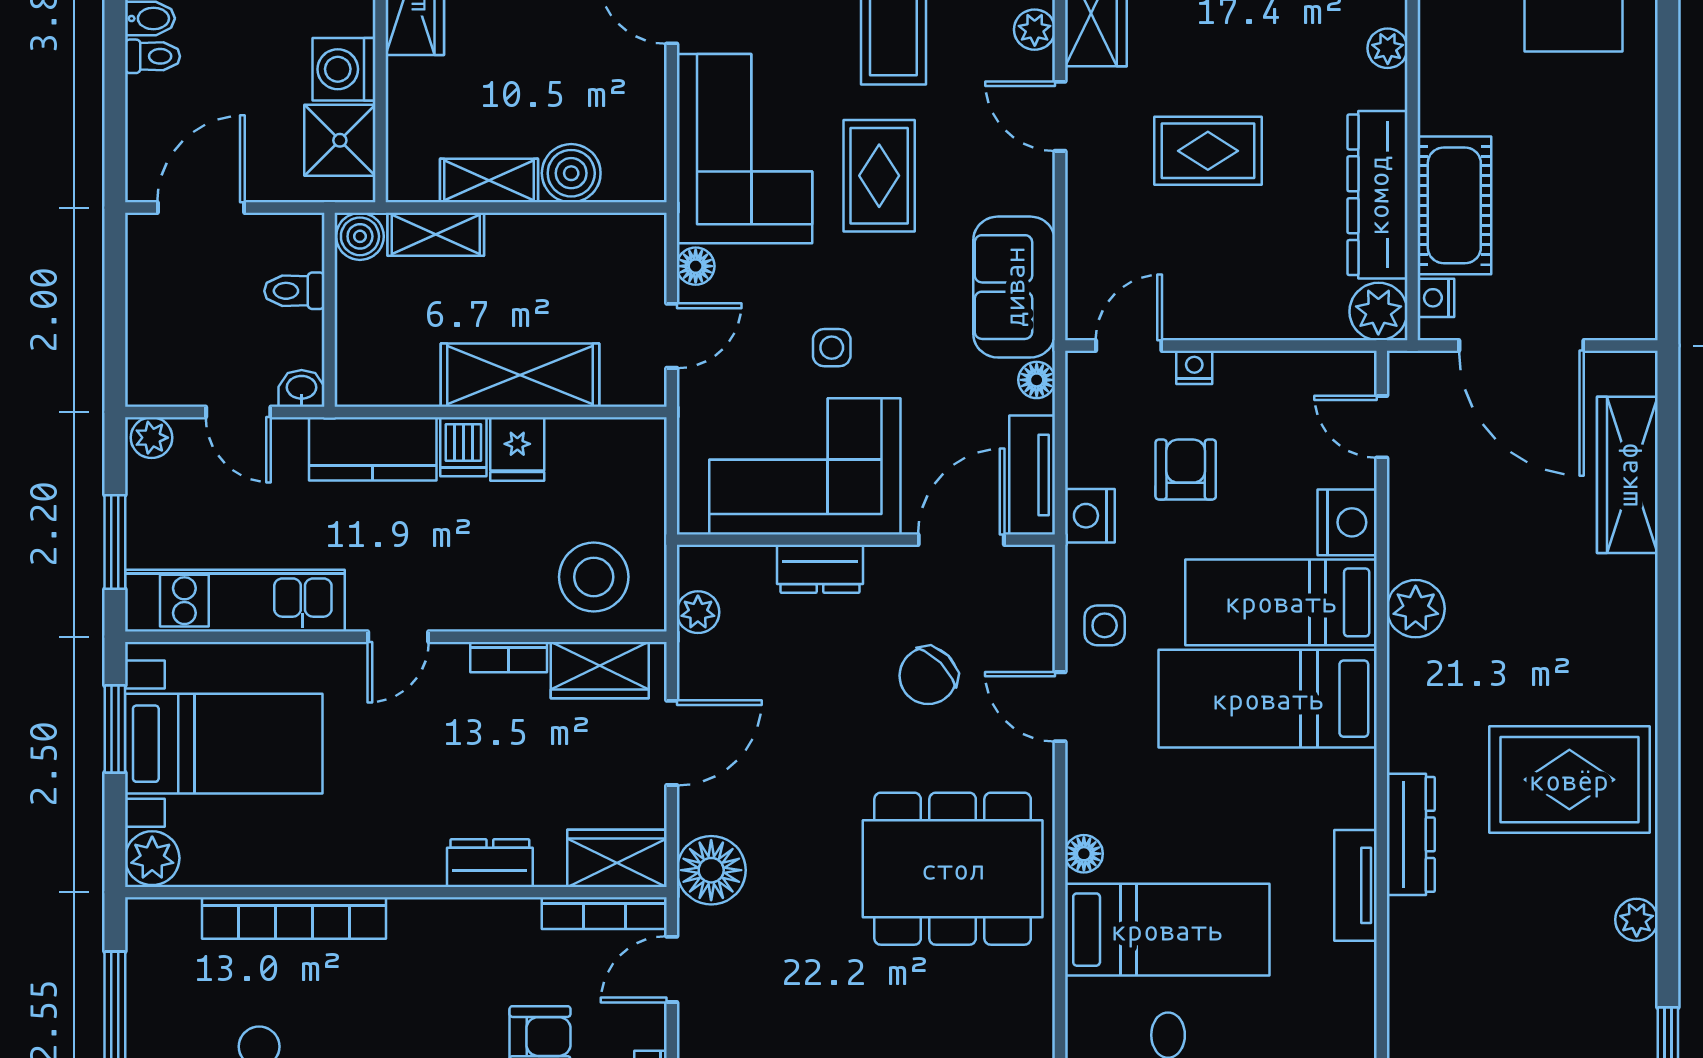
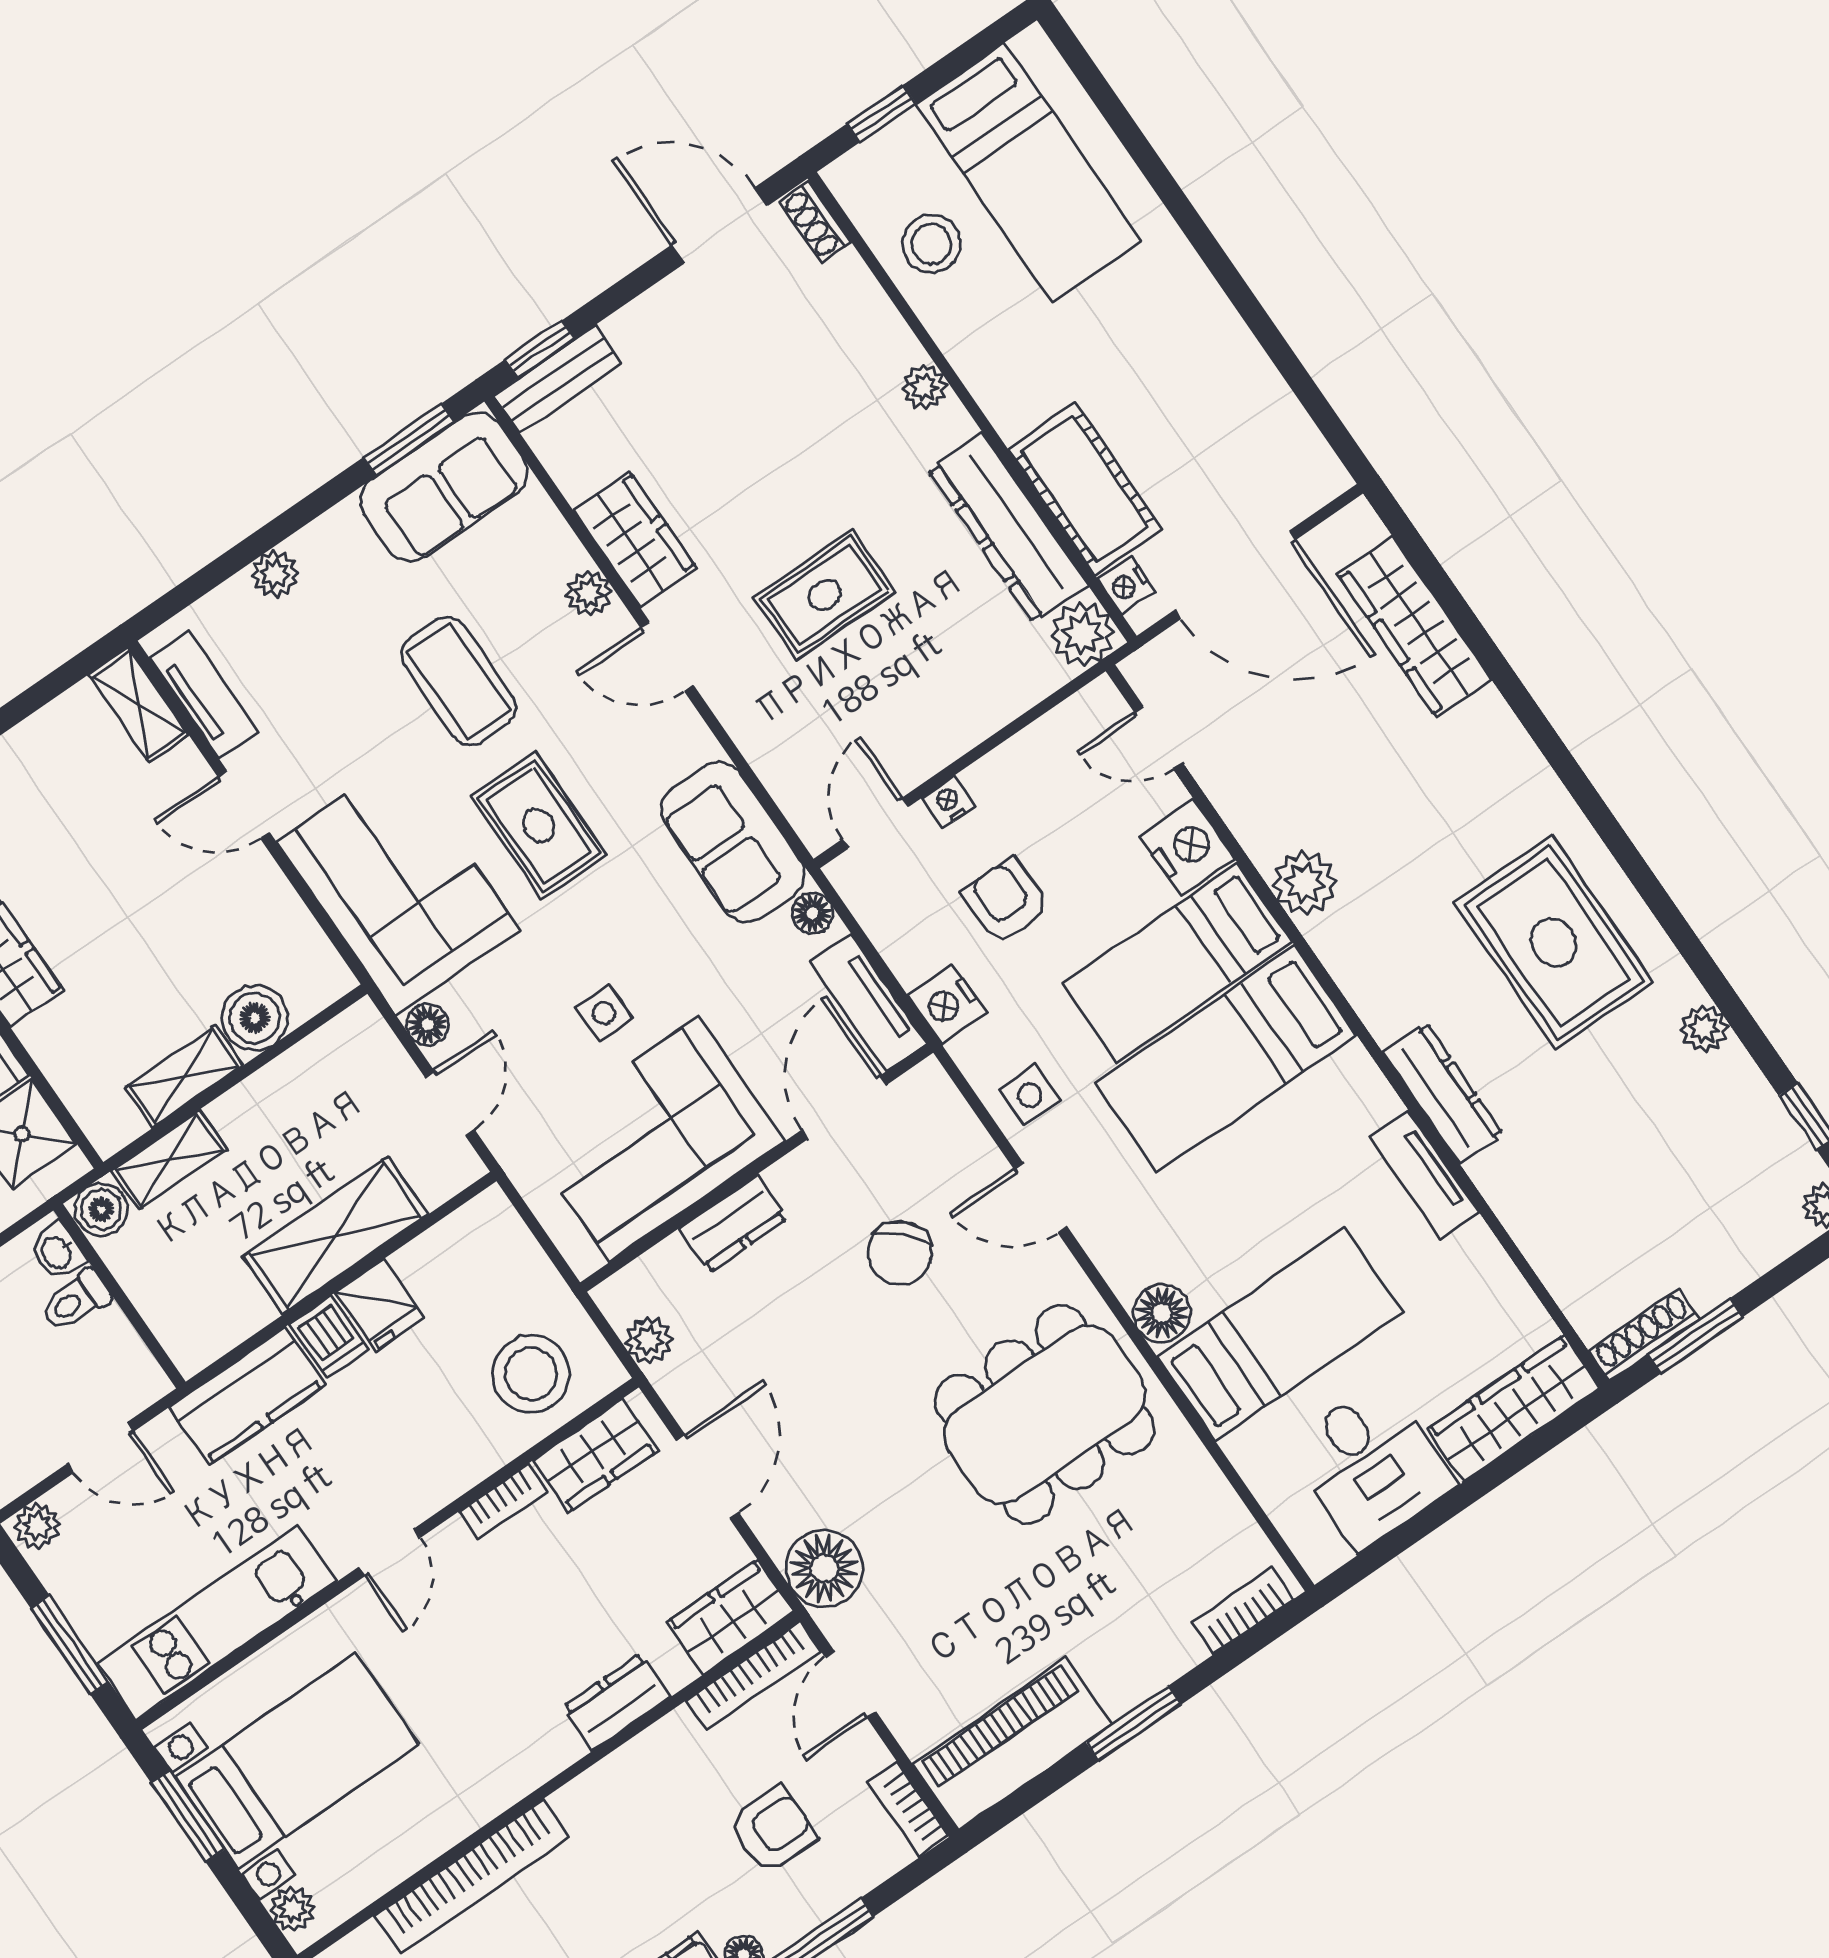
washbasin: (302, 388) -> (57, 1252), moved, turned -90
rug: (1569, 780) -> (1554, 942), turned 90
floor lamp: (1084, 854) -> (1162, 1313), width x1.37, depth x1.37
plant: (152, 858) -> (292, 1909), width x0.73, depth x0.73

